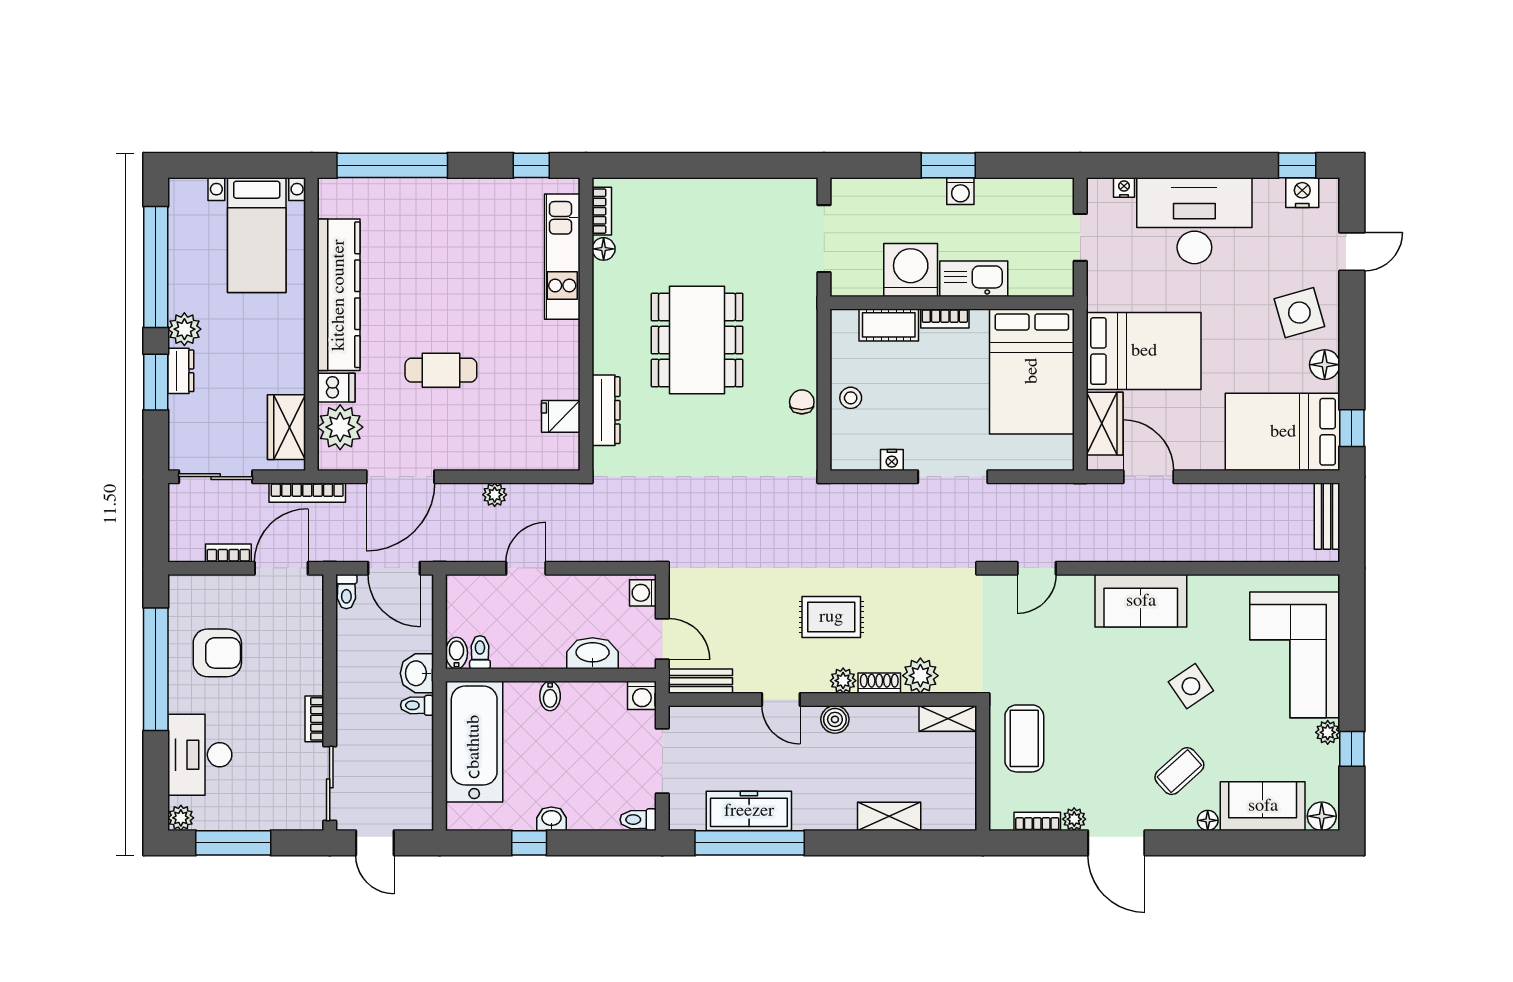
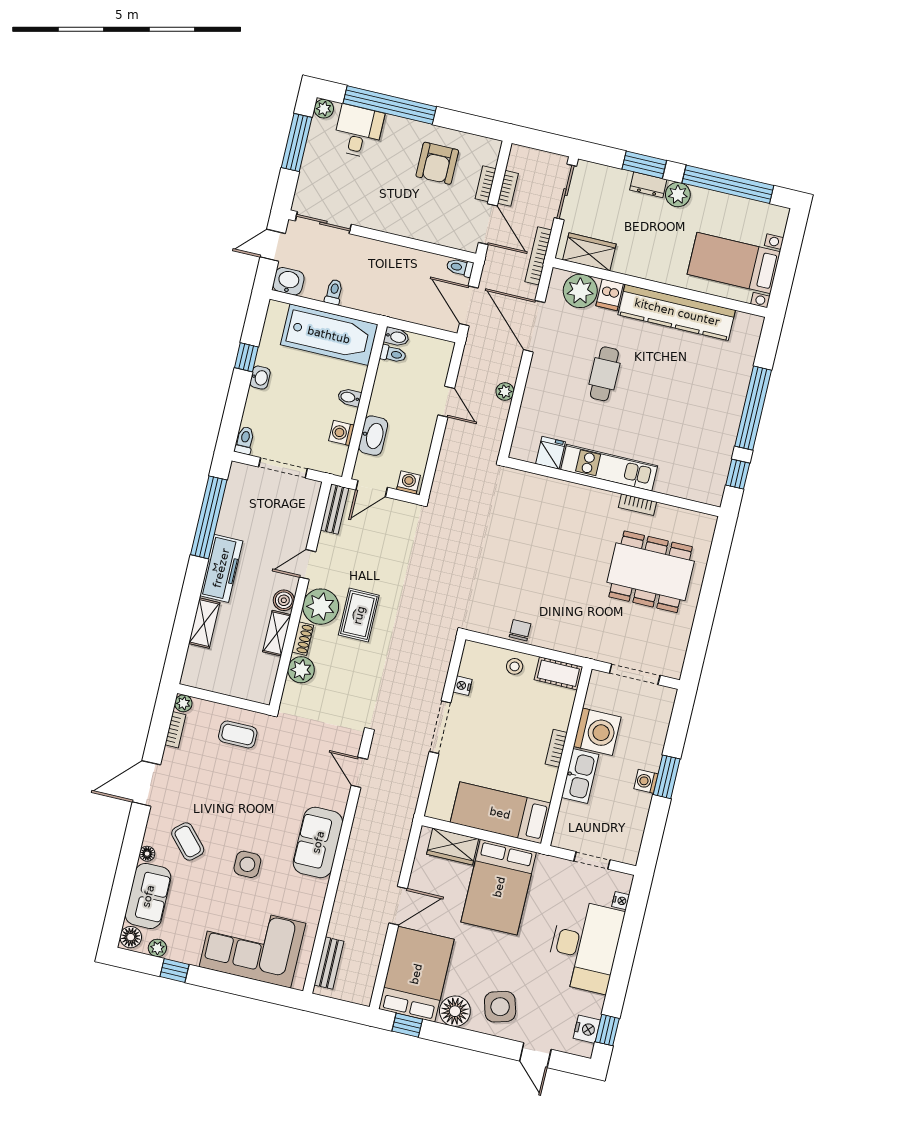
window: (392, 165) -> (753, 408), moved
bookcase: (602, 211) -> (638, 505), moved
floor lamp: (604, 249) -> (665, 512), removed
kitchen unit: (562, 257) -> (609, 468), moved
cot: (889, 325) -> (558, 673), moved, turned 90
dining table: (697, 340) -> (651, 572), moved
floor lamp: (1325, 365) -> (455, 1011), width x1.38, depth x1.38
bed: (1032, 371) -> (500, 813), width x0.67
chair: (802, 402) -> (520, 630), turned -90
dresser: (606, 410) -> (547, 487), removed
door: (1149, 477) -> (398, 906), moved
bench: (1327, 516) -> (329, 963), moved, turned 90
door: (394, 568) -> (469, 306), hinge flipped
window: (156, 669) -> (390, 105), moved
washbasin: (417, 673) -> (288, 281), moved
plant: (843, 681) -> (321, 607), width x1.88, depth x1.88
side table: (1191, 686) -> (247, 864), turned 34
washing machine: (642, 695) -> (342, 433), moved
toilet: (417, 705) -> (334, 292), moved
shelving: (948, 718) -> (277, 633), moved
bookcase: (314, 719) -> (486, 184), moved, turned -90
plant: (1328, 732) -> (157, 948), moved
coffee table: (1024, 738) -> (238, 734), width x0.73, depth x0.77
desk: (200, 755) -> (358, 131), width x0.73
freezer: (749, 811) -> (221, 568), moved
plant: (1074, 819) -> (183, 703), moved

